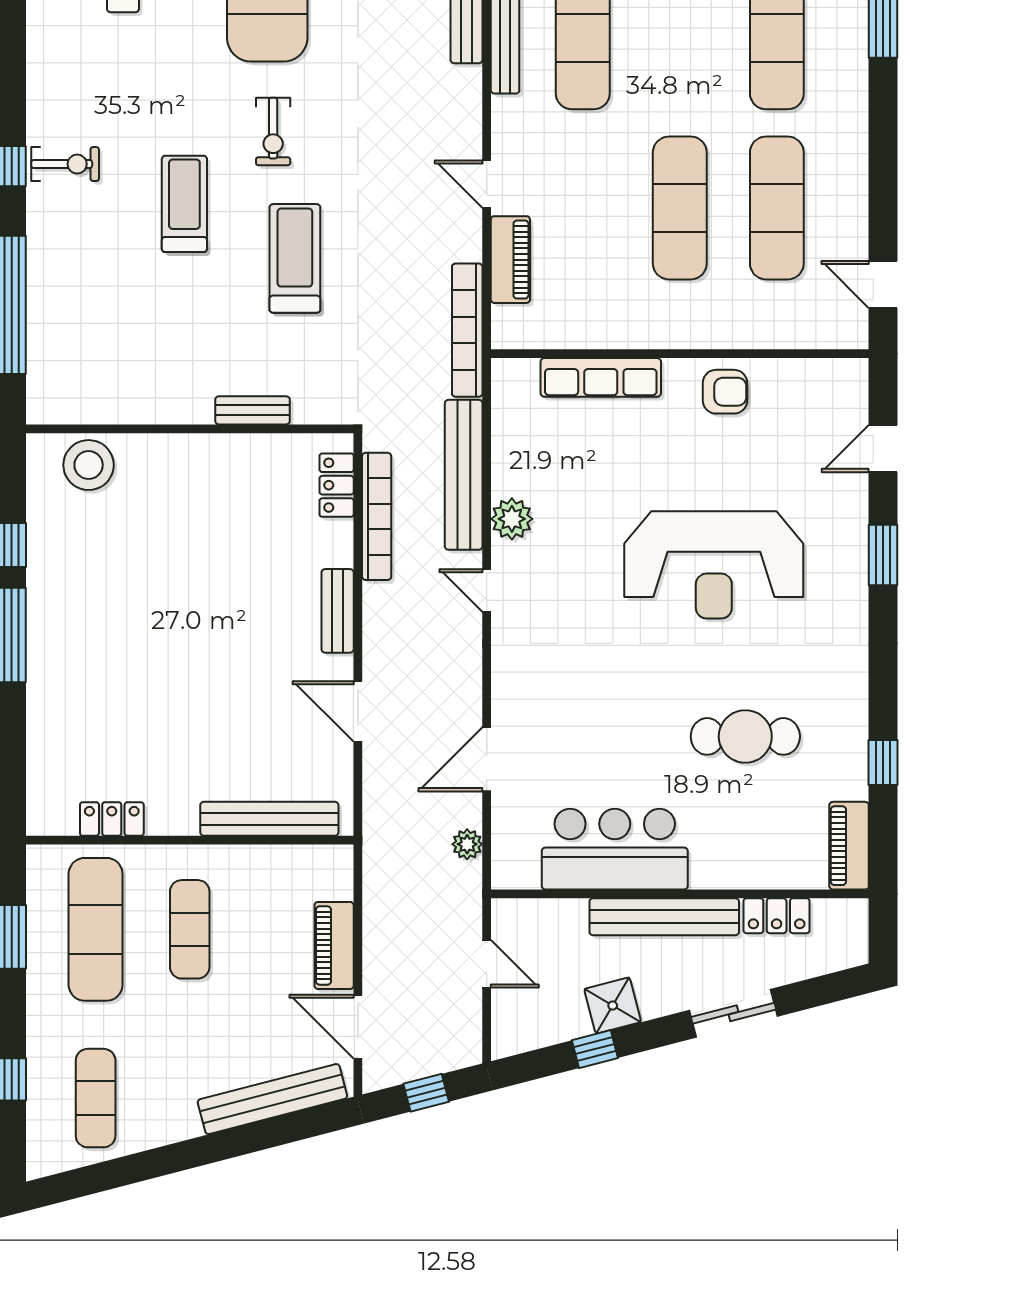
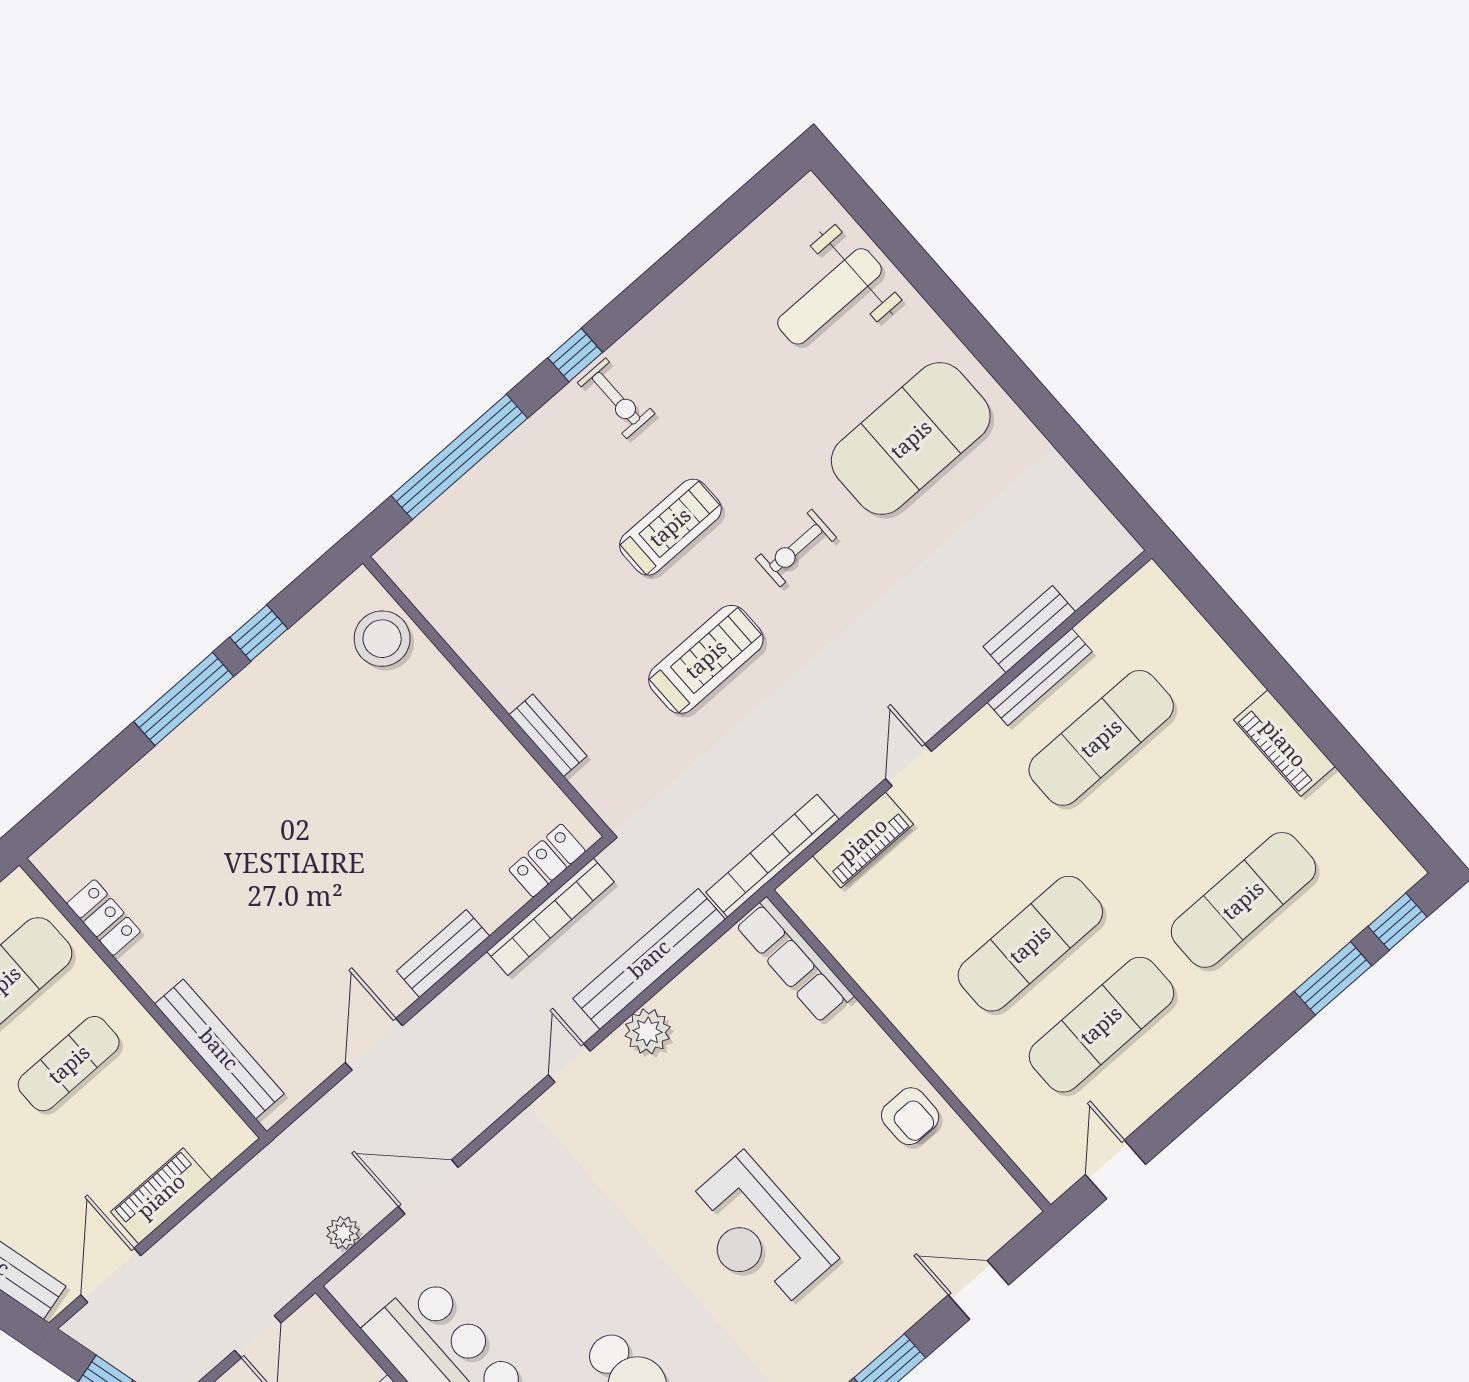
row of seats: (601, 377) -> (794, 960), moved
reception desk: (714, 565) -> (757, 1234), width x0.74, depth x0.77

